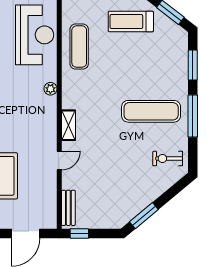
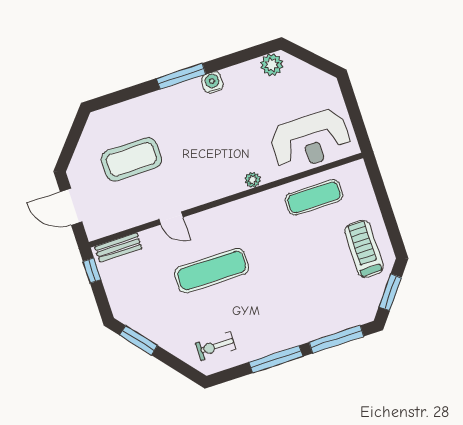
window: (193, 65) -> (336, 339), width x1.44
exercise mat: (151, 111) -> (212, 271), moved, turned 90
shelving: (68, 125) -> (216, 215), removed
exercise bike: (168, 159) -> (216, 346), turned -90

